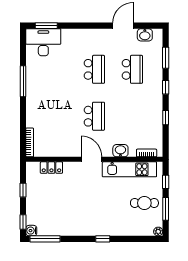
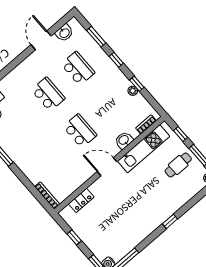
plant: (158, 120) -> (133, 91), added

